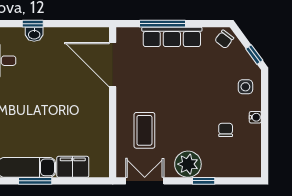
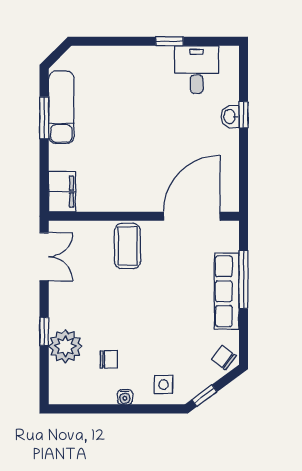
coffee table: (144, 130) -> (128, 246), moved, turned 90
plant: (188, 164) -> (65, 346), moved
filing cabinet: (73, 167) -> (62, 192), moved

